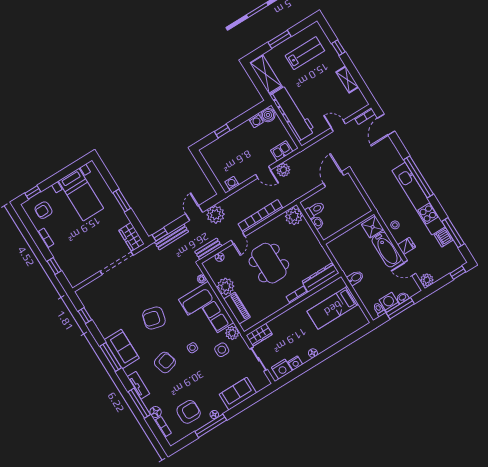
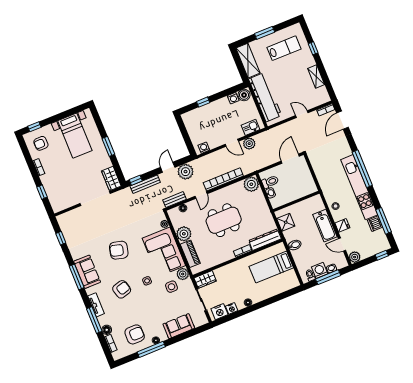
shower: (373, 227) -> (286, 222), moved
dining table: (269, 263) -> (224, 220), turned 90

